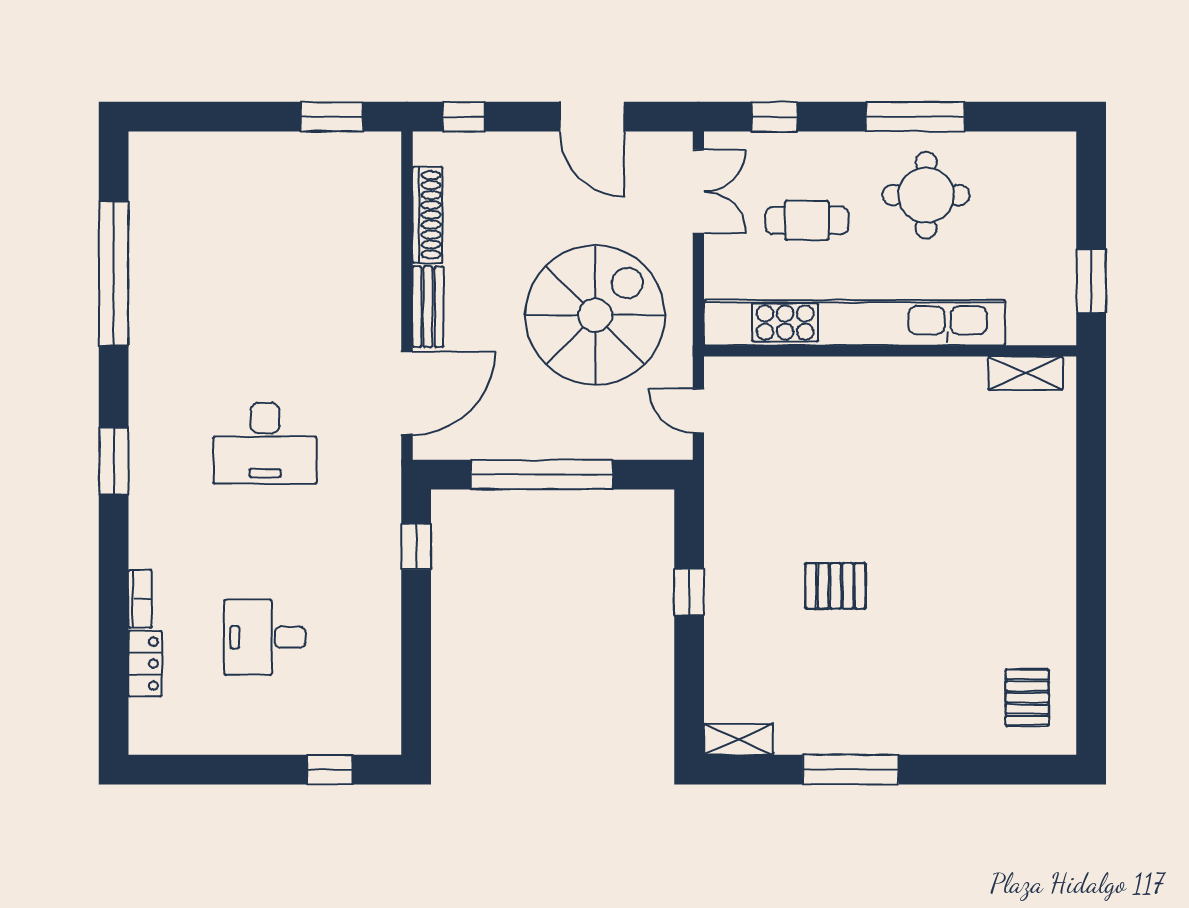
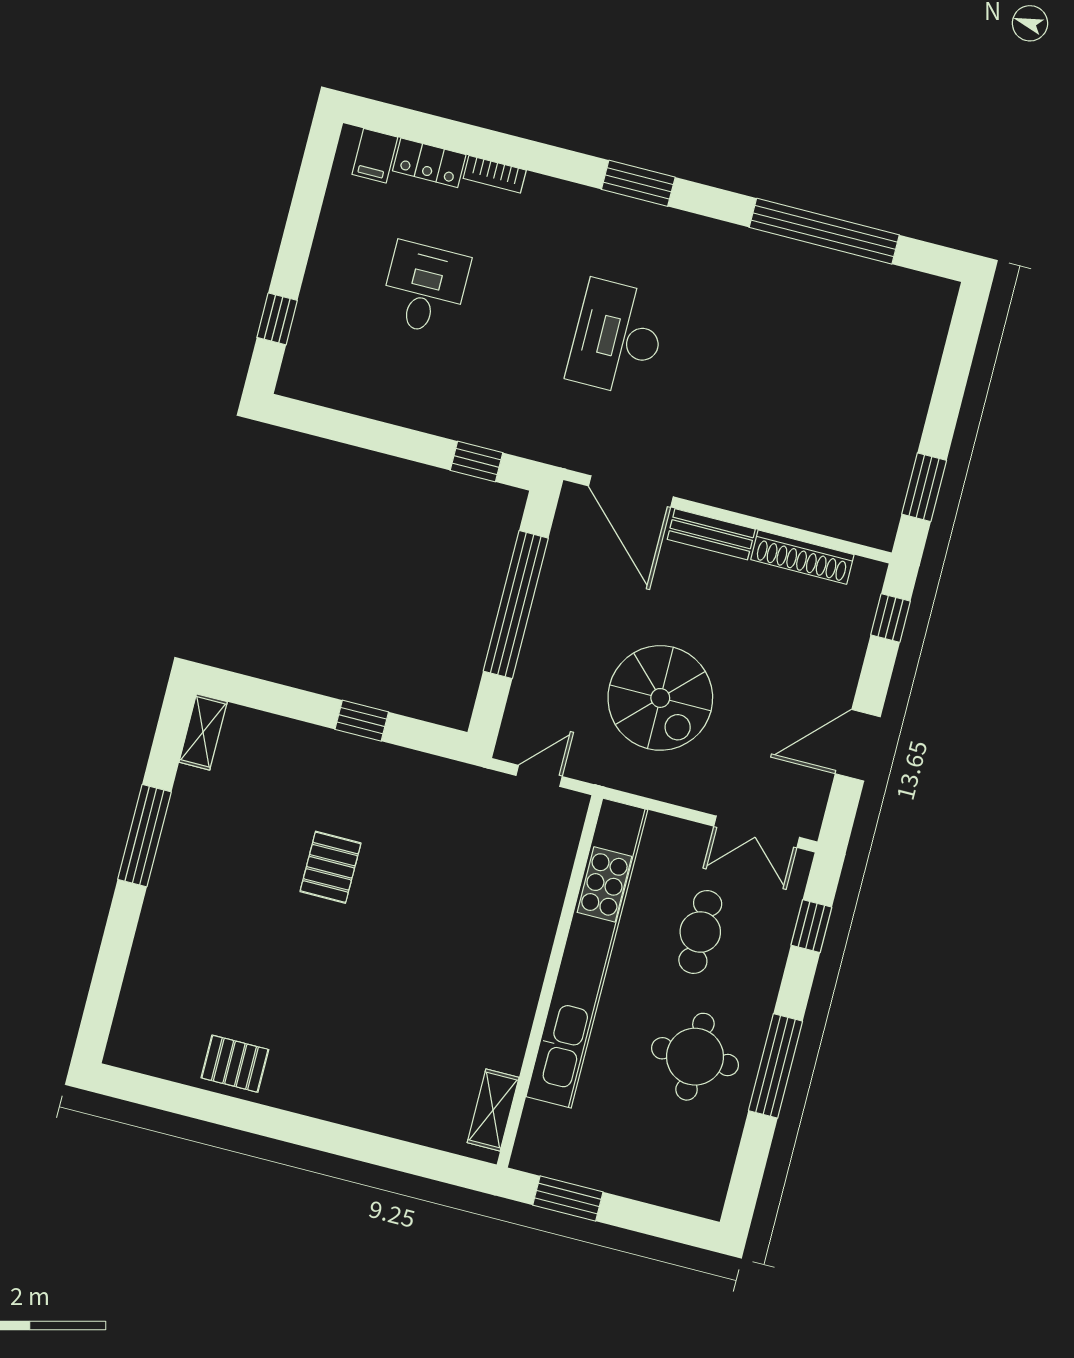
spiral stairs: (595, 315) -> (660, 698), width x0.73, depth x0.73
pallet: (1027, 698) -> (235, 1064), moved
filing cabinet: (152, 717) -> (375, 156), added

